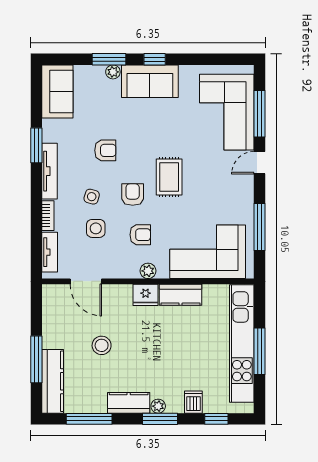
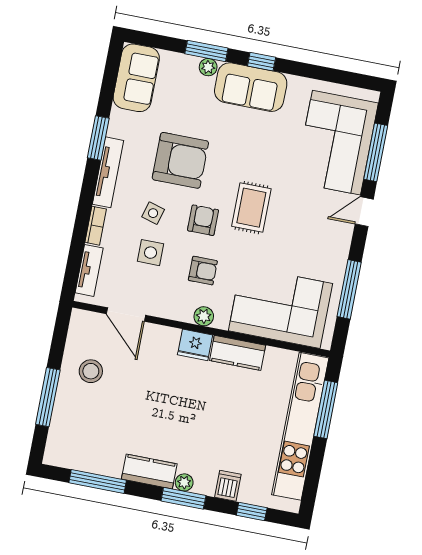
armchair: (105, 150) -> (180, 160), width x1.88, depth x1.88
stool: (102, 345) -> (91, 371), moved
window: (260, 351) -> (326, 409), moved
kitchen counter: (53, 381) -> (62, 427), removed

